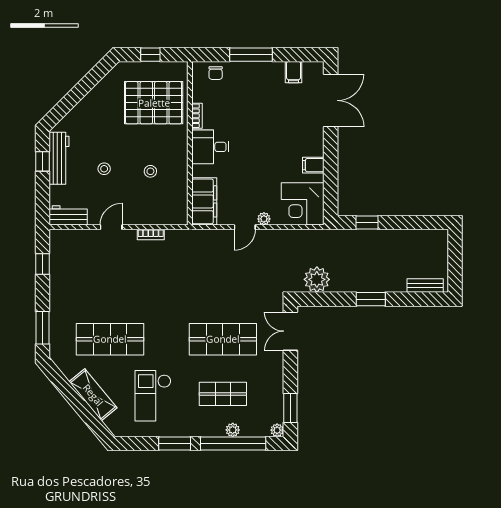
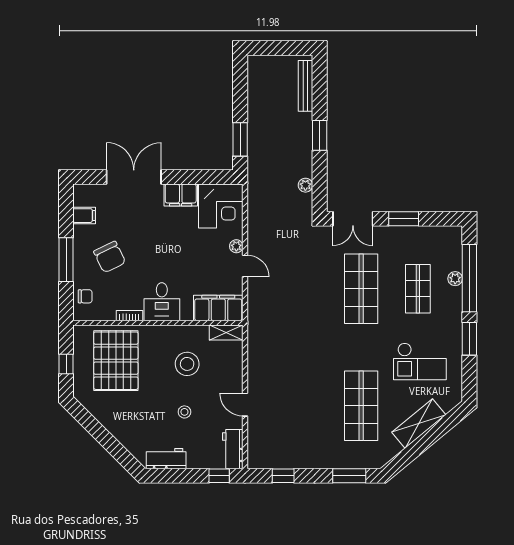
chair: (253, 97) -> (110, 257), added
double door: (331, 100) -> (134, 177), moved
workbench: (59, 158) -> (166, 459), width x0.73
window: (43, 161) -> (219, 476), moved
filing cabinet: (313, 165) -> (181, 195), width x2.00
stool: (150, 171) -> (187, 364), width x1.89, depth x1.89
shelving: (181, 209) -> (226, 333), added
window: (367, 223) -> (240, 139), width x1.50
bookcase: (151, 235) -> (253, 364), removed
plant: (317, 279) -> (305, 185), width x0.53, depth x0.53
bench: (425, 286) -> (305, 86), width x1.36
window: (290, 408) -> (404, 219), moved
plant: (277, 430) -> (456, 233), removed

